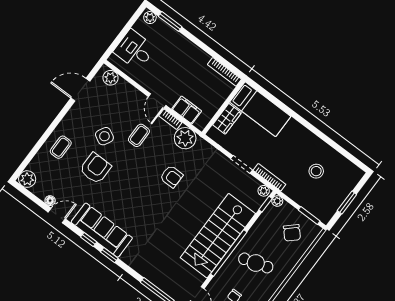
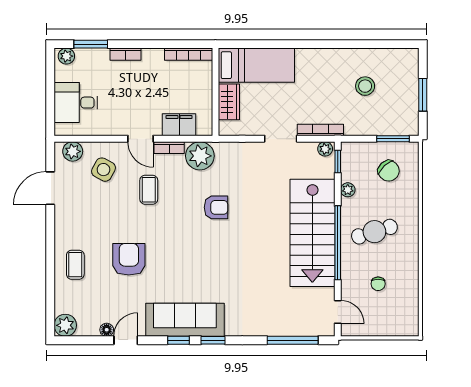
bookcase: (186, 43) -> (125, 54), added
side table: (104, 136) -> (103, 170), moved
plant: (277, 201) -> (348, 190), moved

